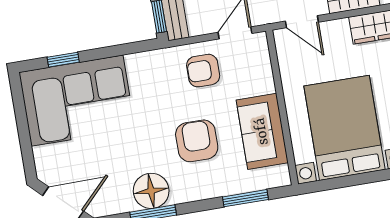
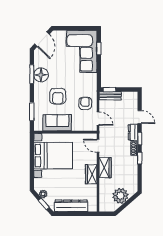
door: (302, 22) -> (98, 146), hinge flipped
armchair: (197, 141) -> (58, 96), turned 90

